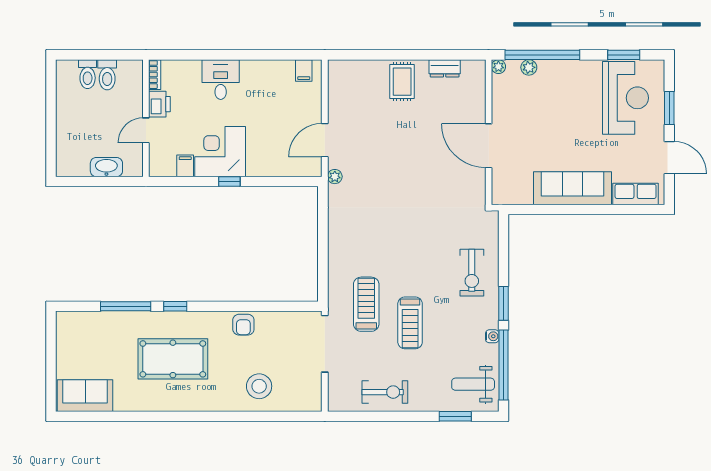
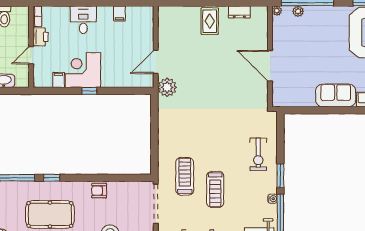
filing cabinet: (304, 70) -> (119, 13), moved
plant: (335, 177) -> (167, 87), width x1.88, depth x1.88
sofa: (573, 188) -> (336, 96), width x0.73
armchair: (243, 325) -> (99, 191), turned 90

